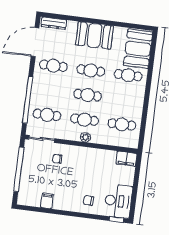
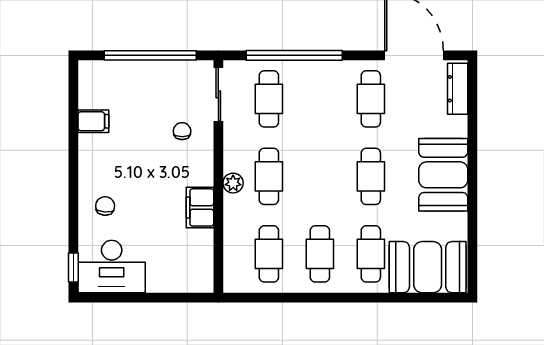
cafe table: (88, 95) -> (320, 254), moved
filing cabinet: (126, 159) -> (200, 207), moved

